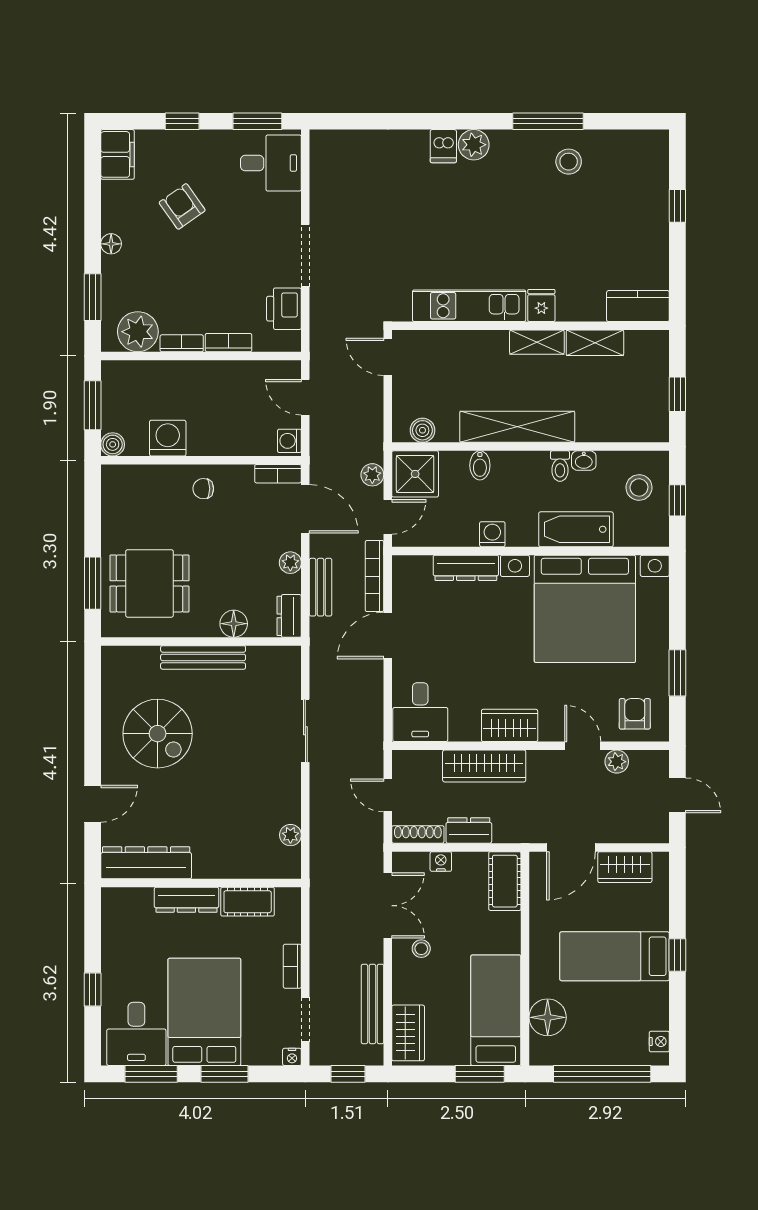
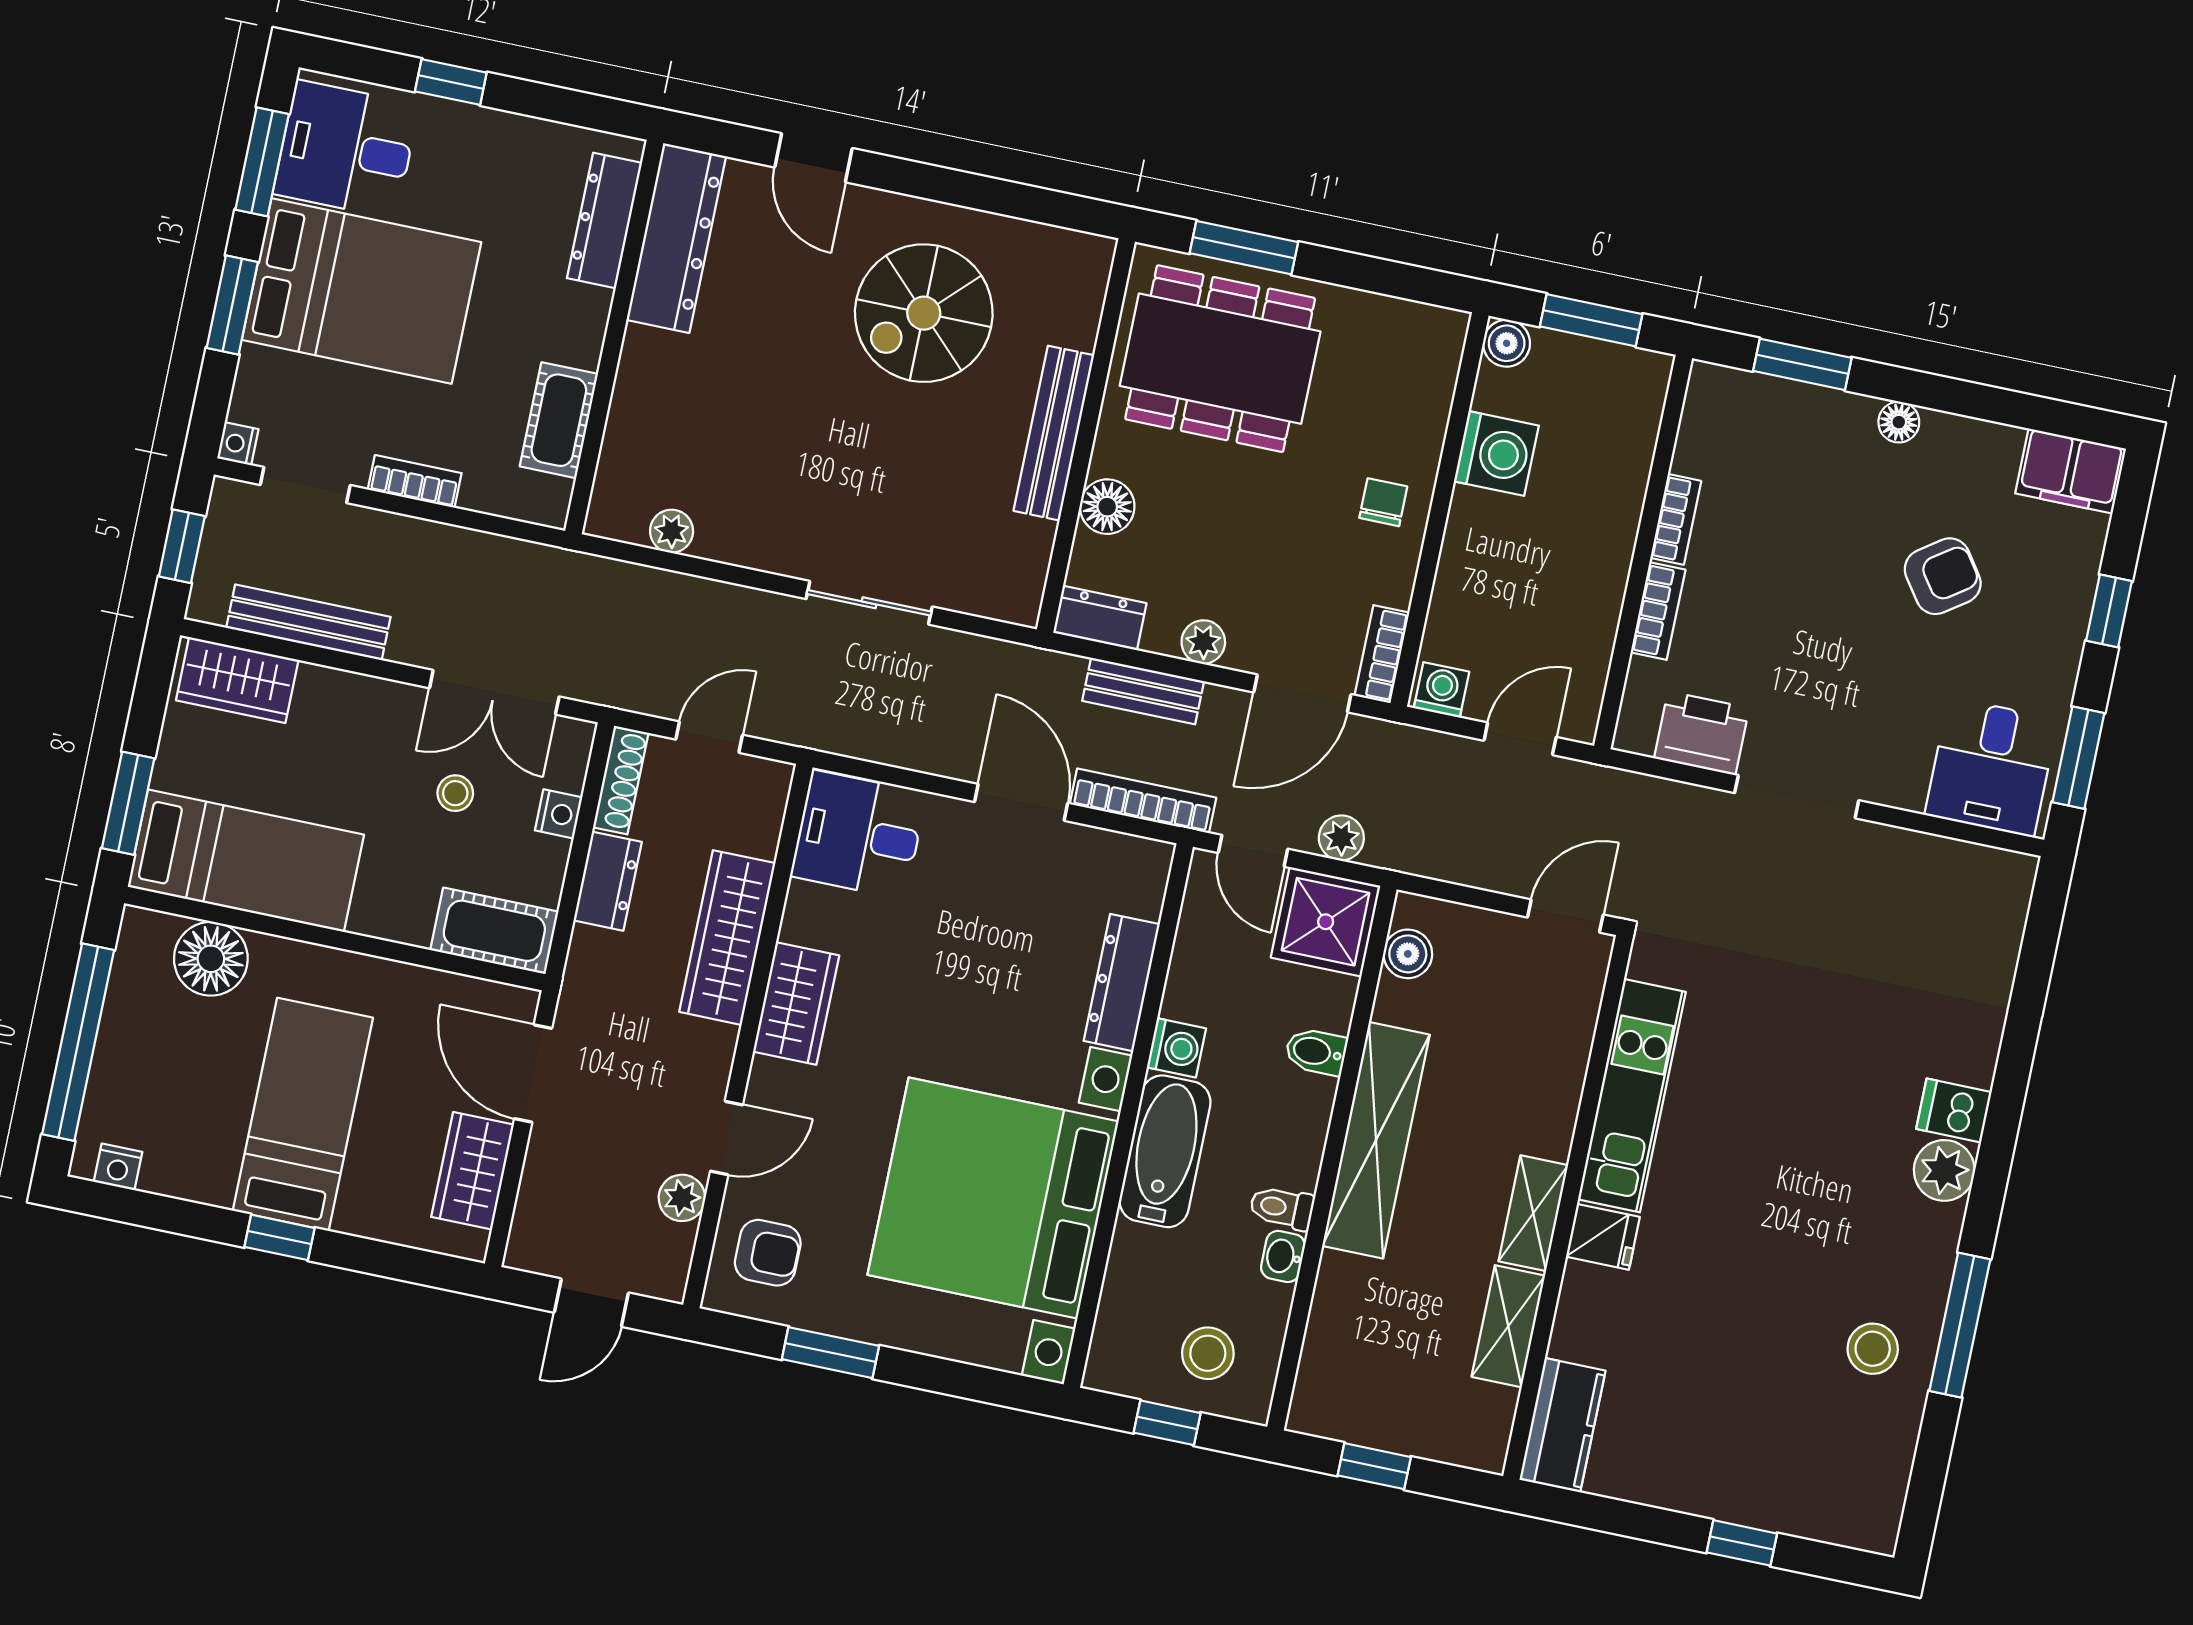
plant: (138, 332) -> (1716, 439), removed
bathtub: (576, 529) -> (1165, 1151), moved
dining table: (150, 583) -> (1220, 359), width x1.38
dresser: (186, 900) -> (605, 221), moved
stool: (421, 949) -> (455, 793), moved

